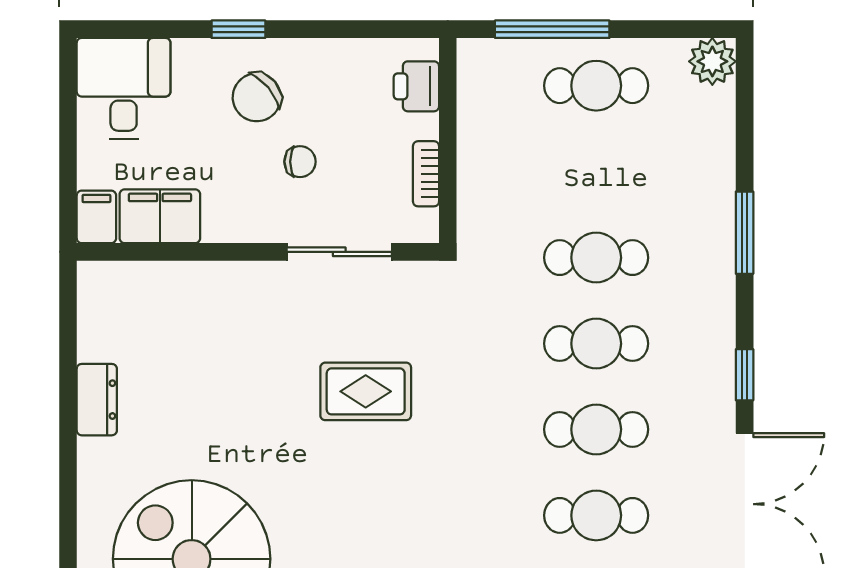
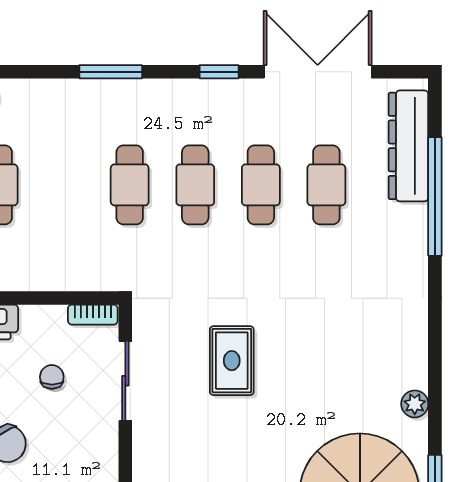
chair: (300, 162) -> (52, 377), moved
bookcase: (426, 174) -> (93, 315), moved

